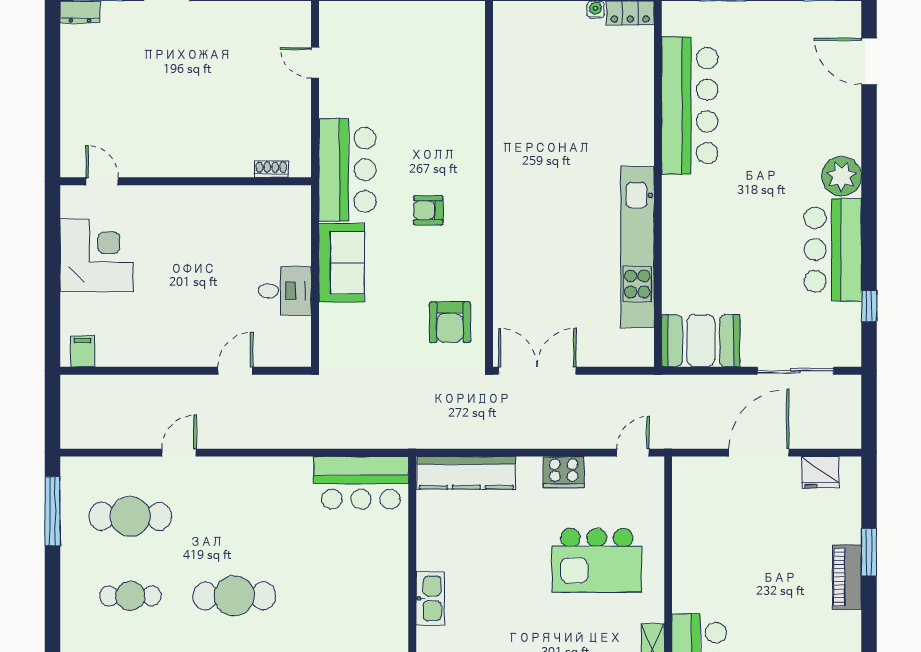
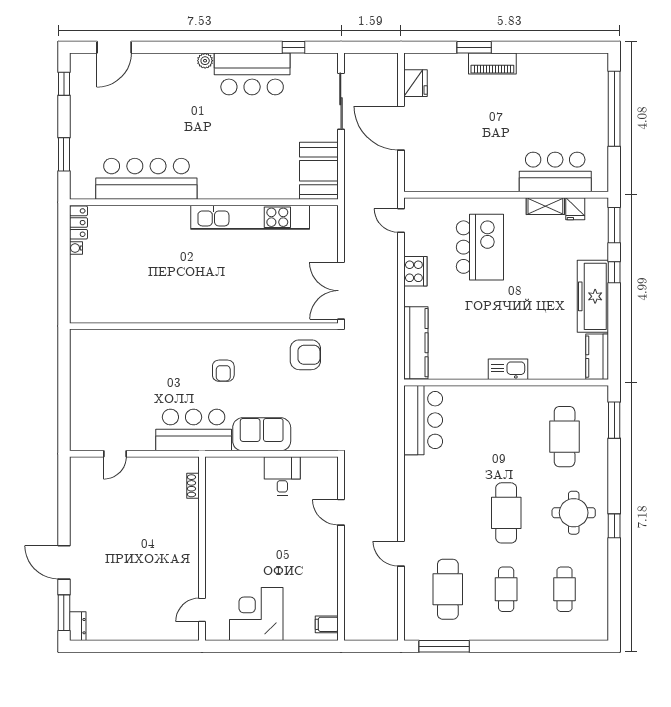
plant: (842, 176) -> (205, 61), width x0.53, depth x0.53

